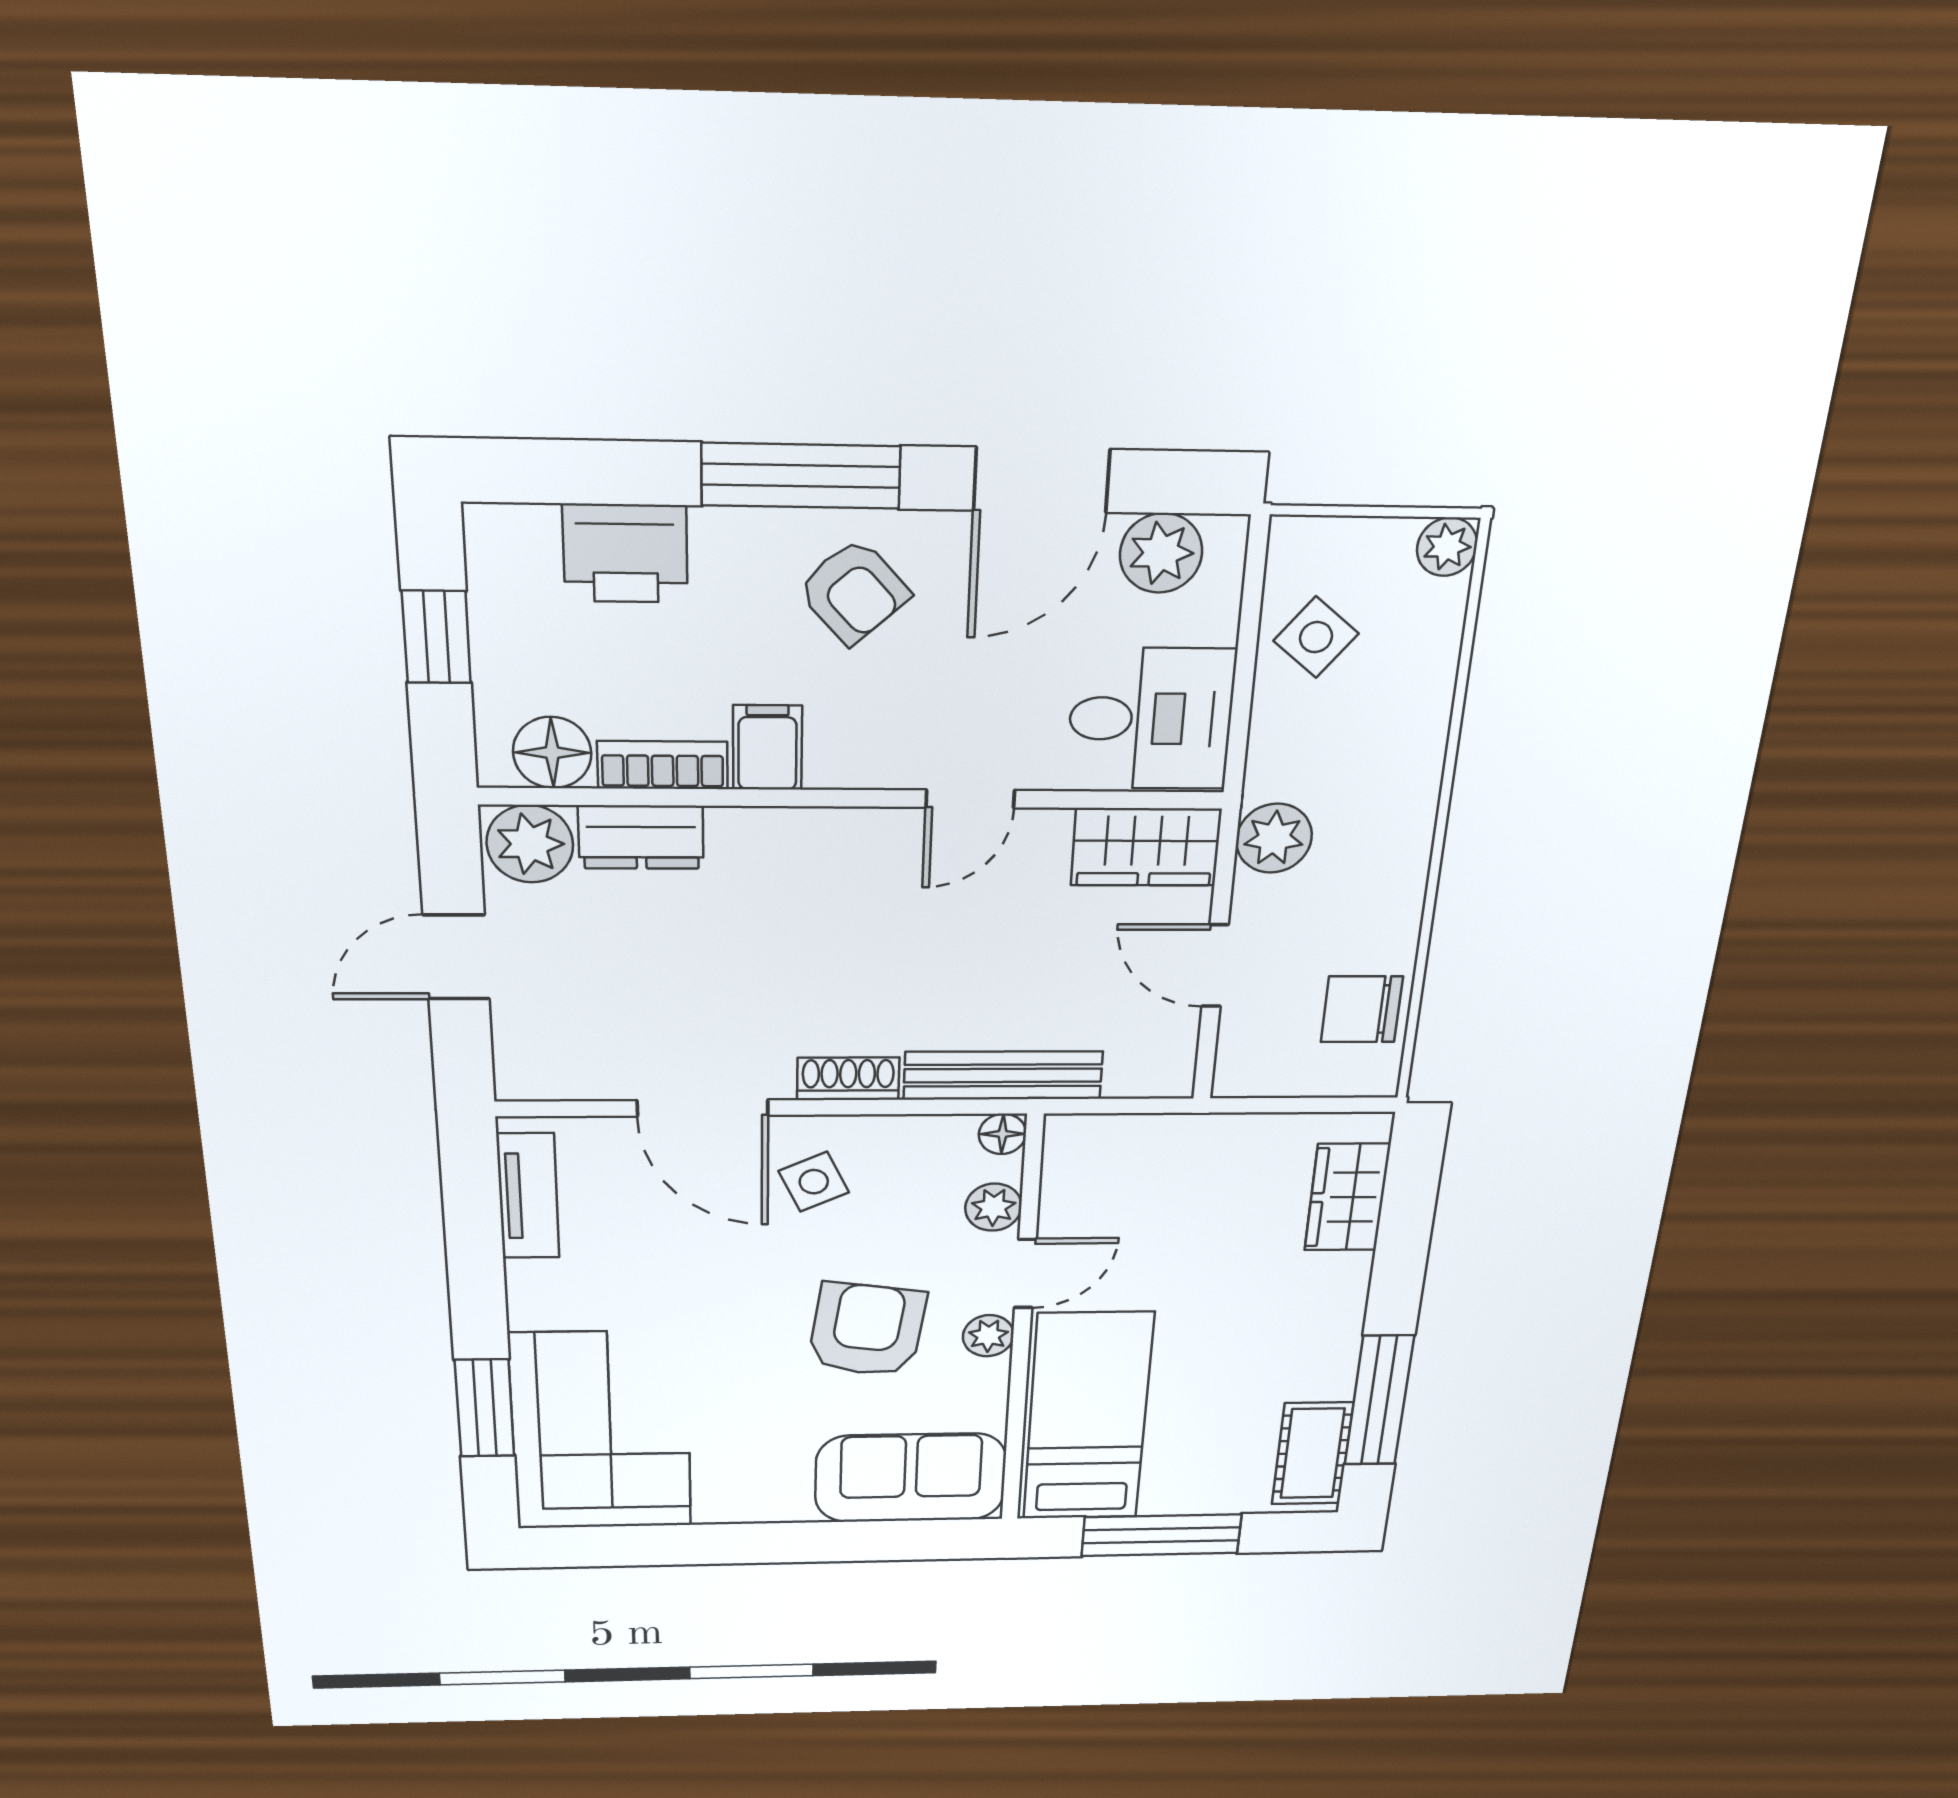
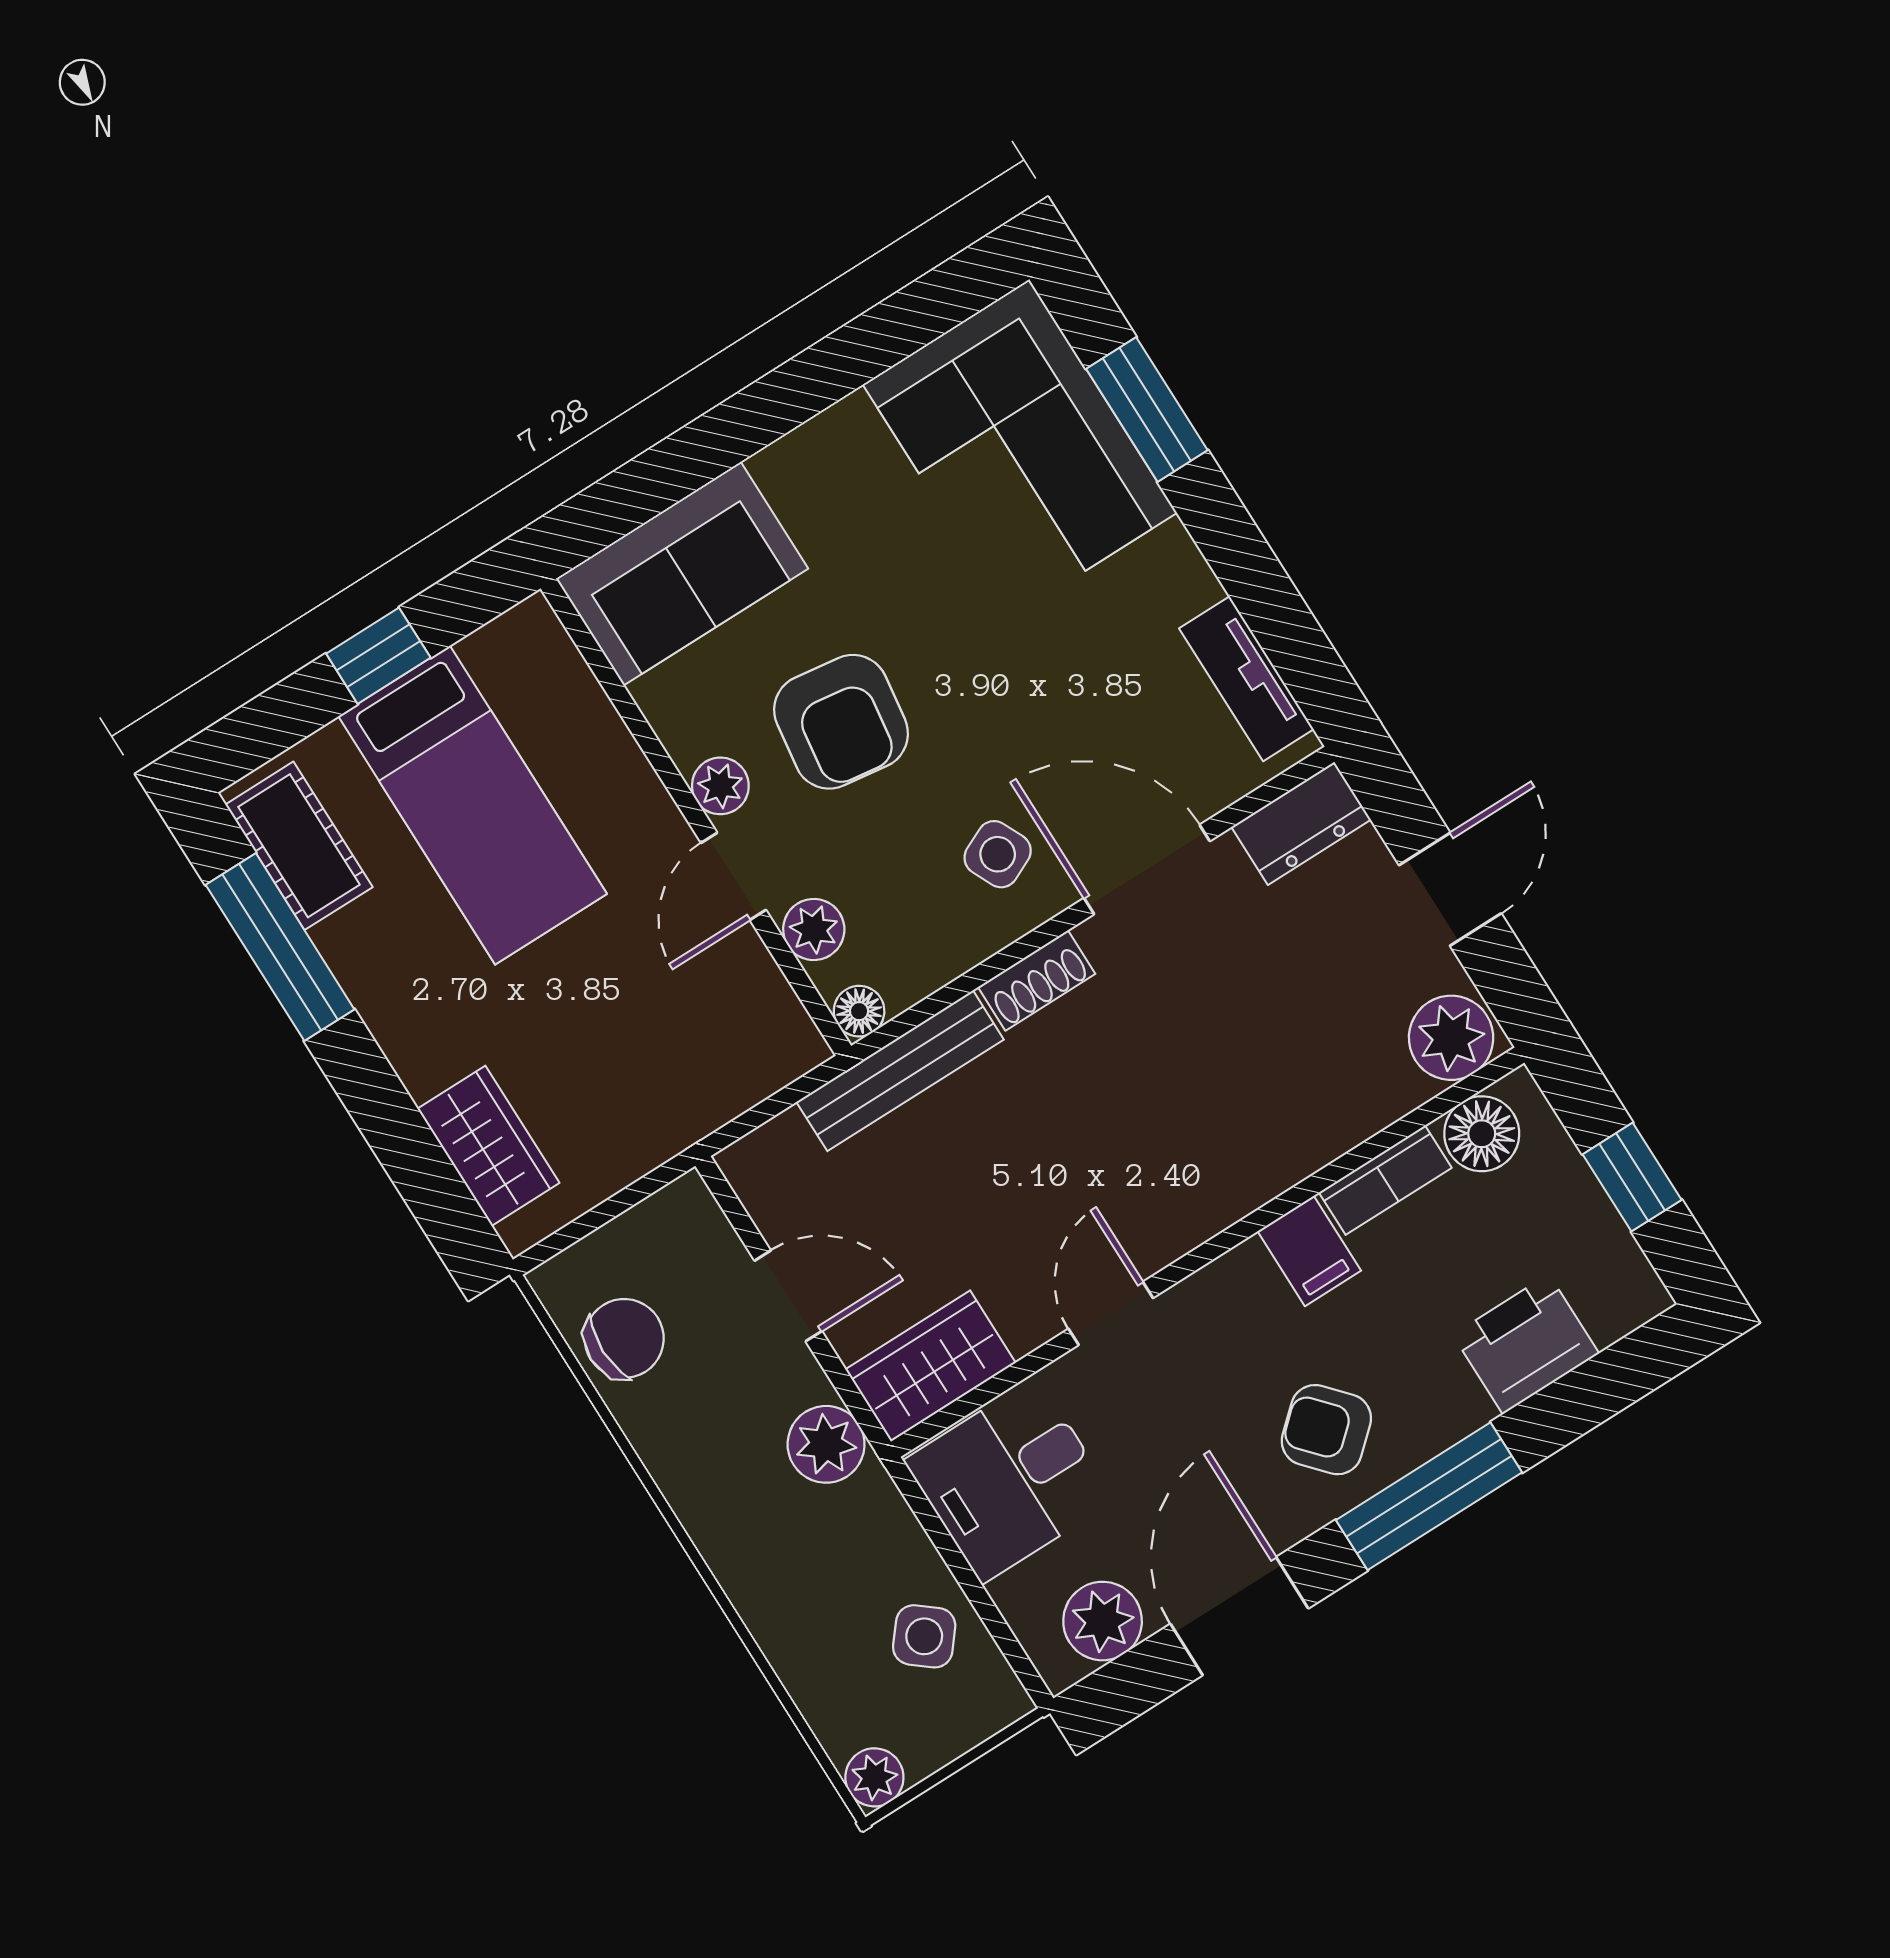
dresser: (641, 837) -> (1301, 823), moved, turned 180
bed: (1088, 1417) -> (473, 805), moved
window: (1161, 1535) -> (378, 656), width x0.46

